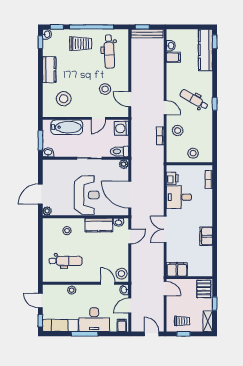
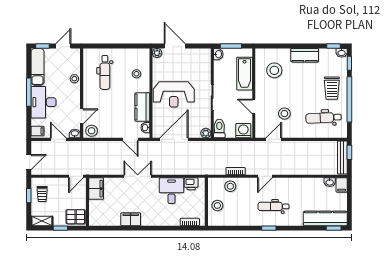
filing cabinet: (173, 57) -> (342, 185), moved
dental chair: (194, 100) -> (273, 206), turned -120
stool: (178, 131) -> (230, 186), moved

